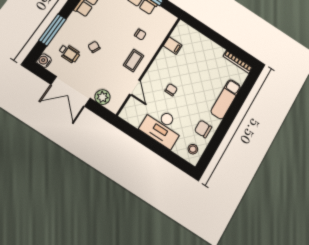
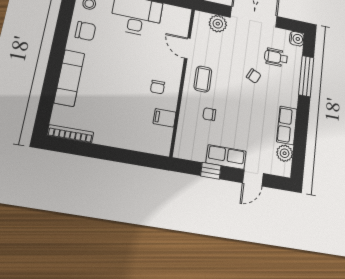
chair: (171, 90) -> (158, 87), moved

